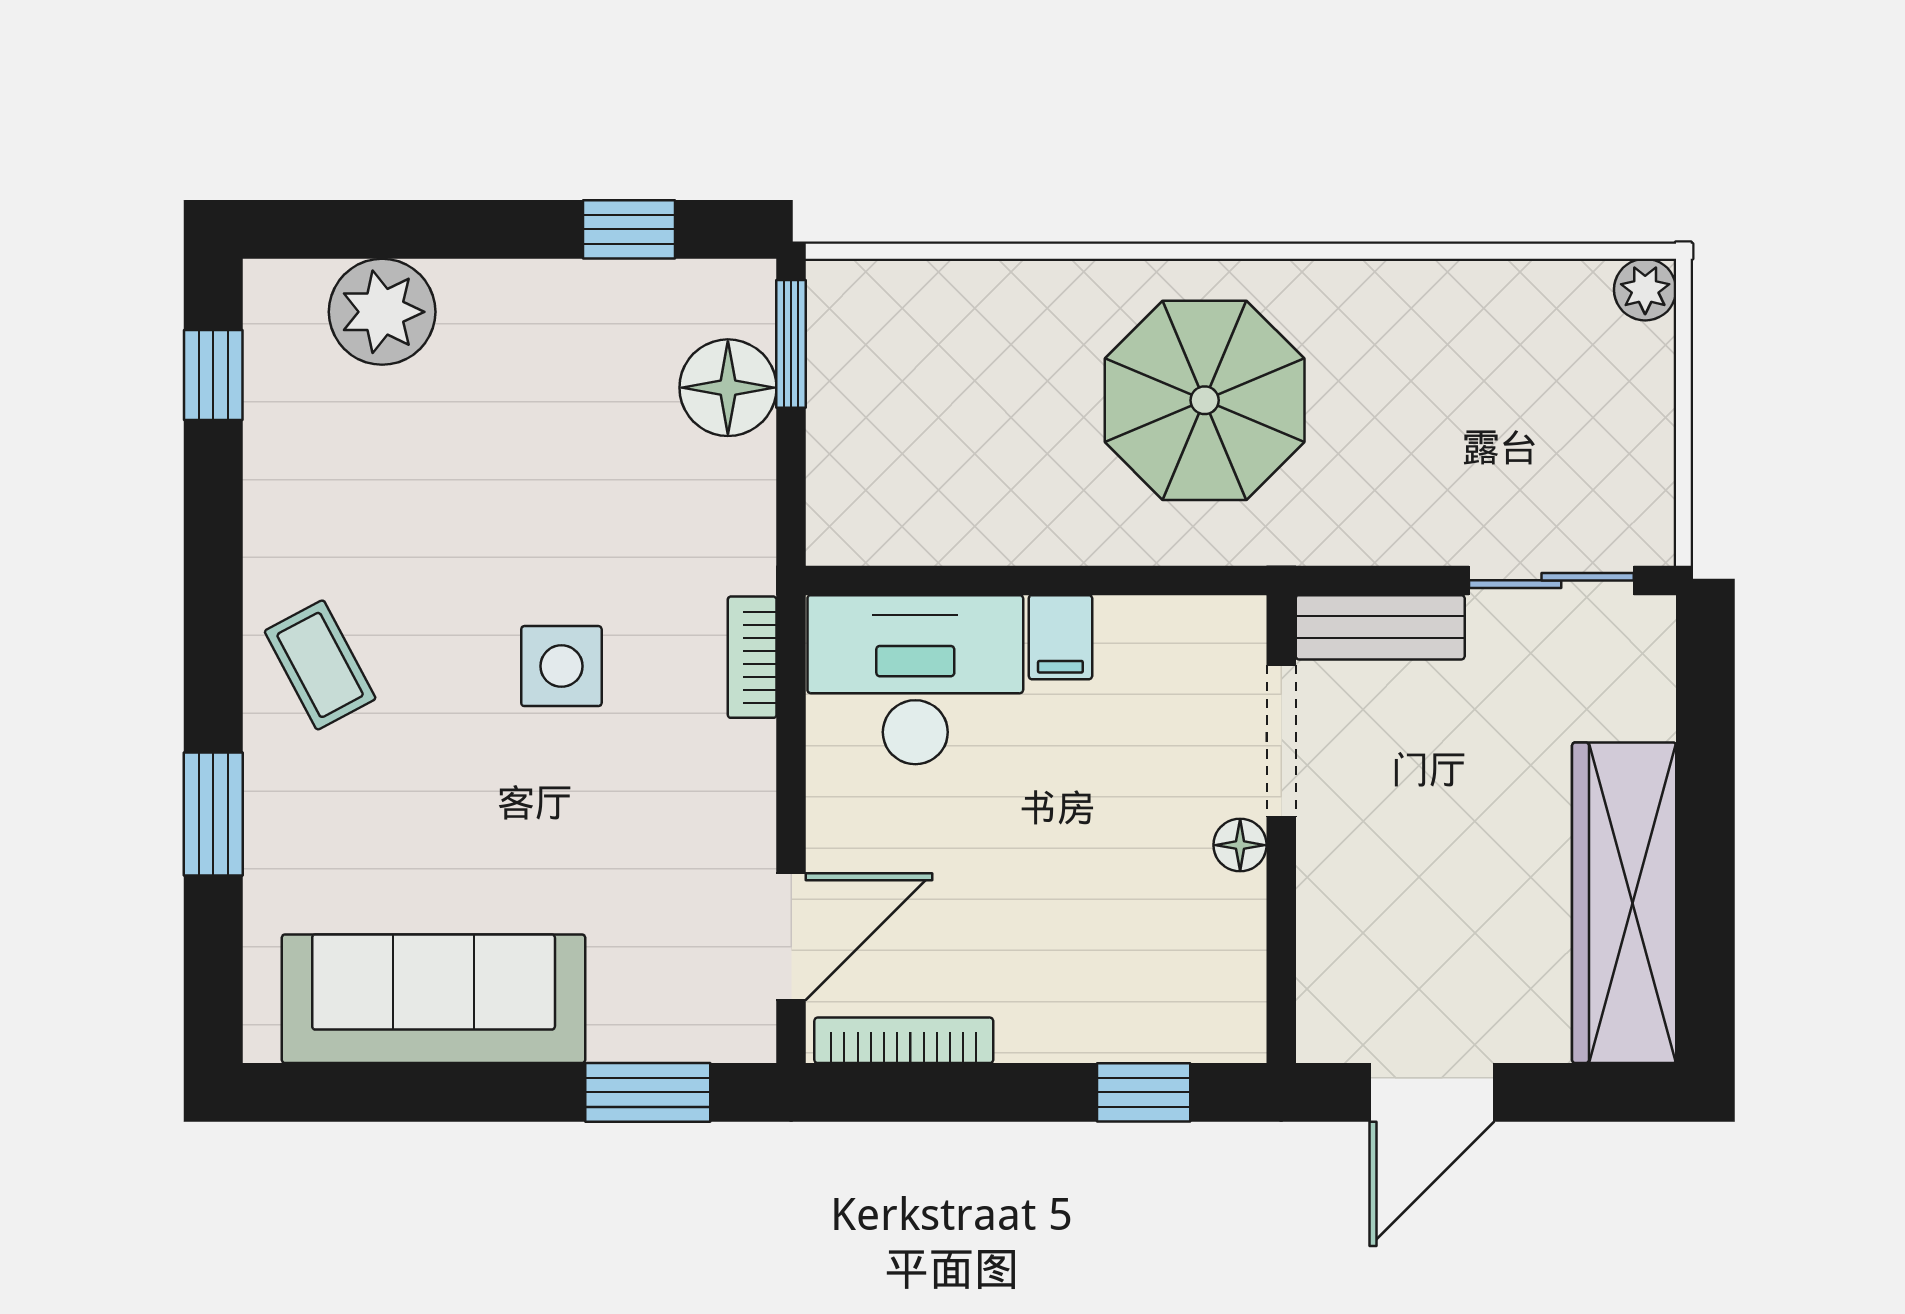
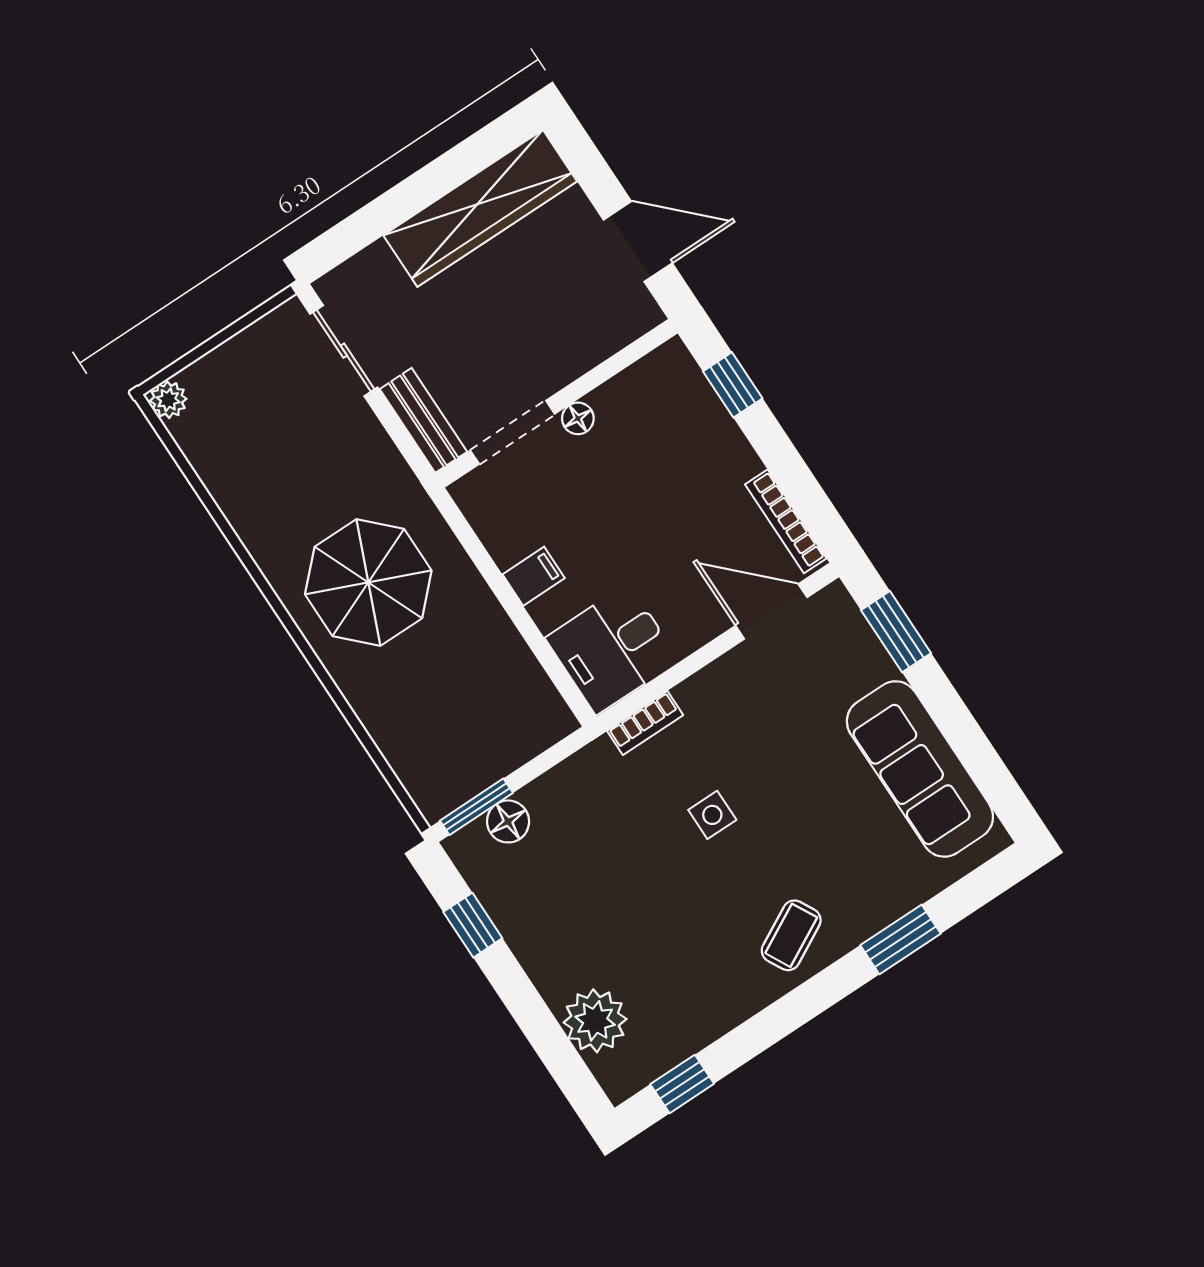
floor lamp: (728, 388) -> (508, 821), width x0.73, depth x0.73
side table: (561, 666) -> (712, 815), width x0.73, depth x0.73
desk: (915, 680) -> (612, 649), width x0.73

